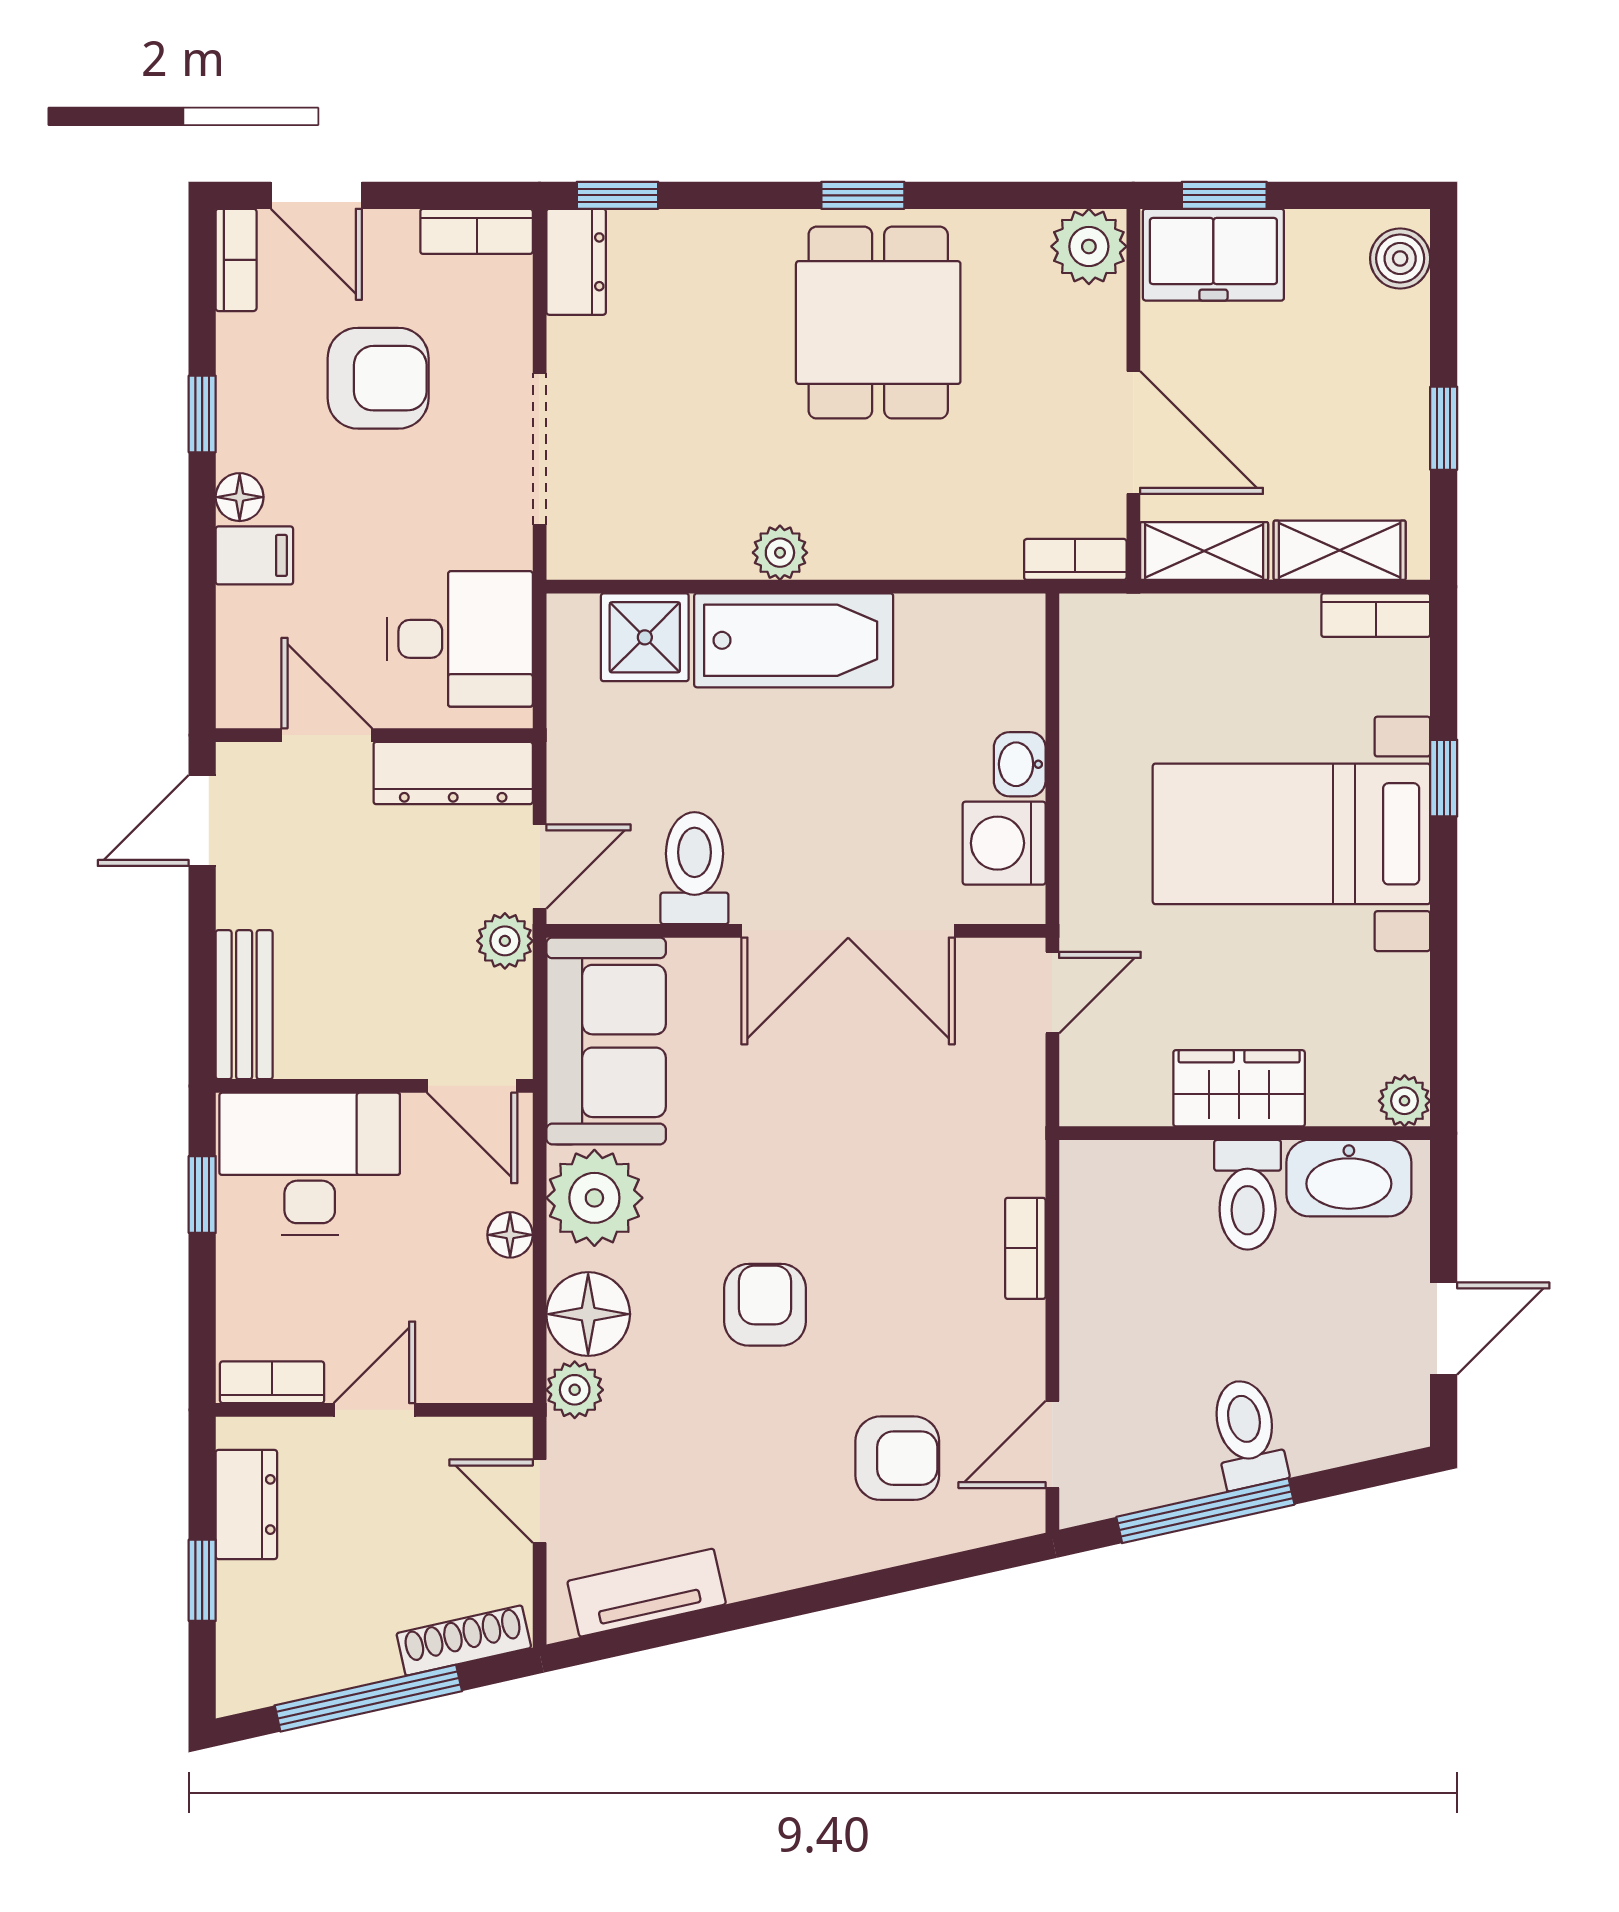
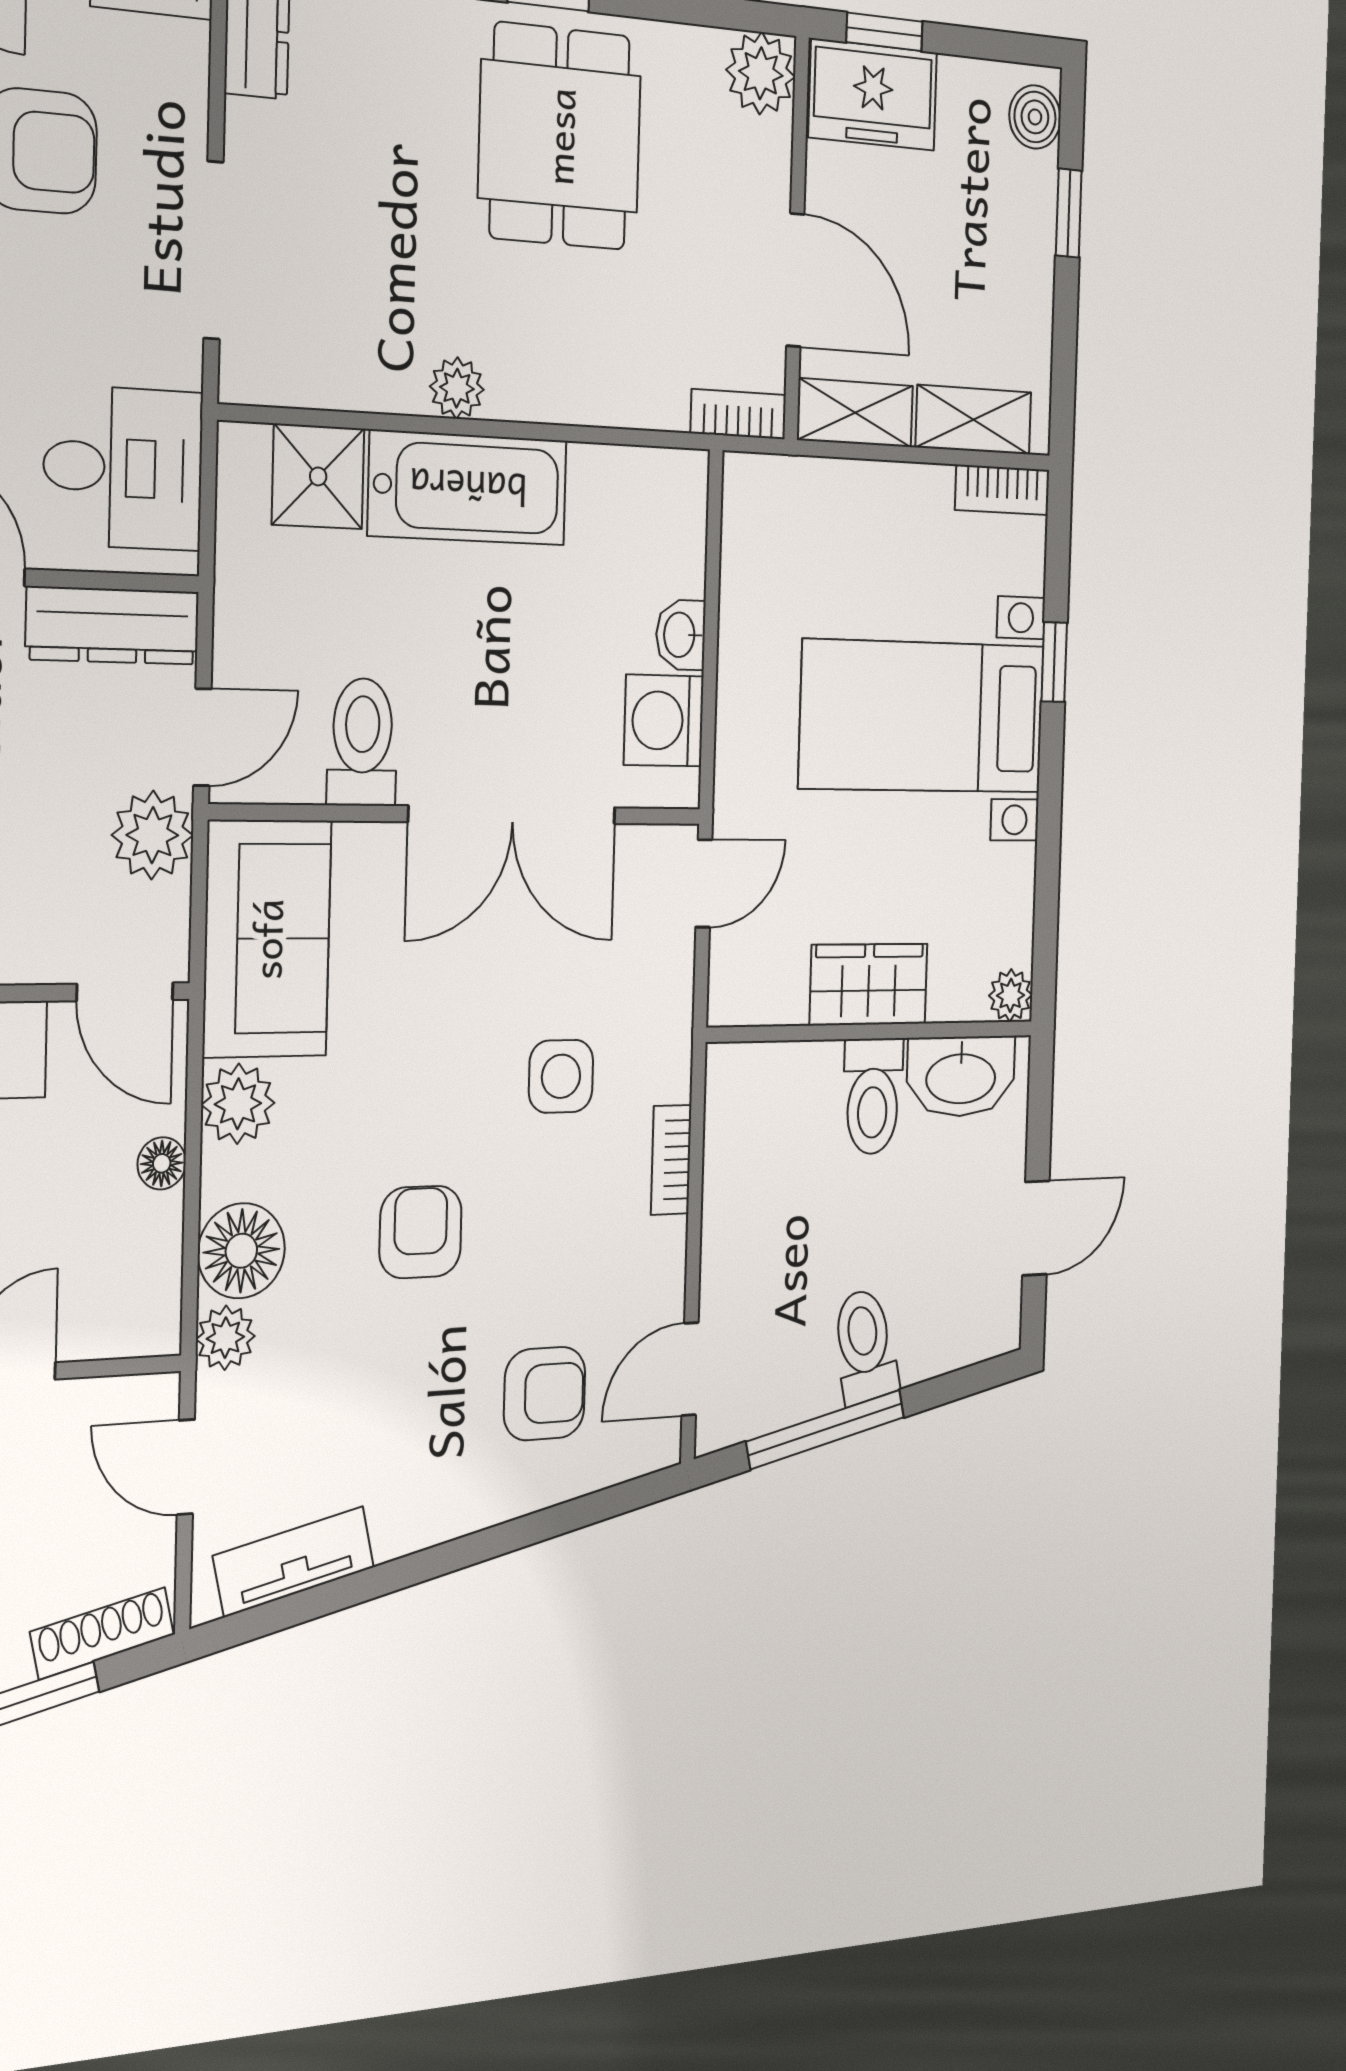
window: (1444, 428) -> (1069, 213), moved
plant: (505, 941) -> (152, 835), width x1.38, depth x1.38
side table: (906, 1168) -> (561, 1076), added
plant: (594, 1198) -> (238, 1104), width x0.73, depth x0.73

